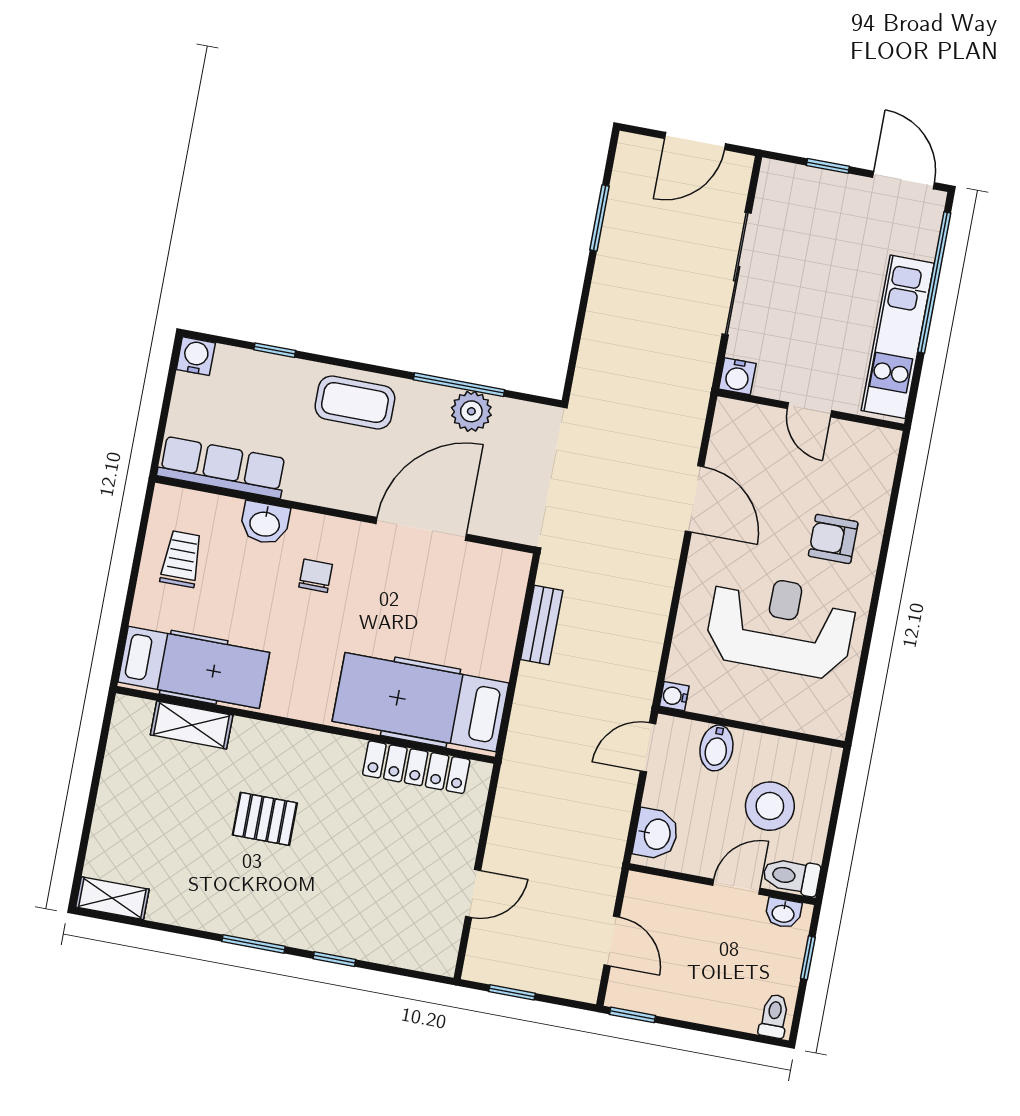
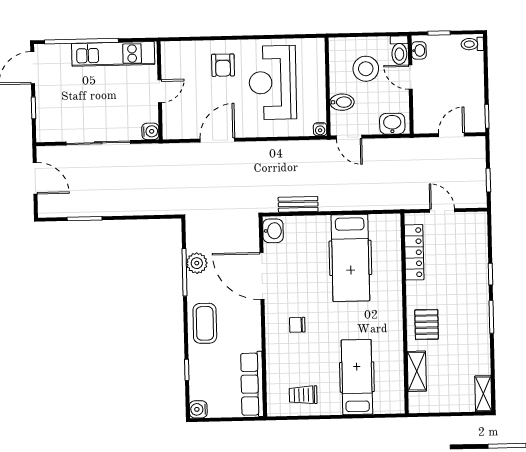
washbasin: (265, 523) -> (273, 231), moved
shelving: (192, 725) -> (417, 371), moved
wall: (305, 725) -> (405, 313), moved
locker: (416, 767) -> (414, 252), moved

